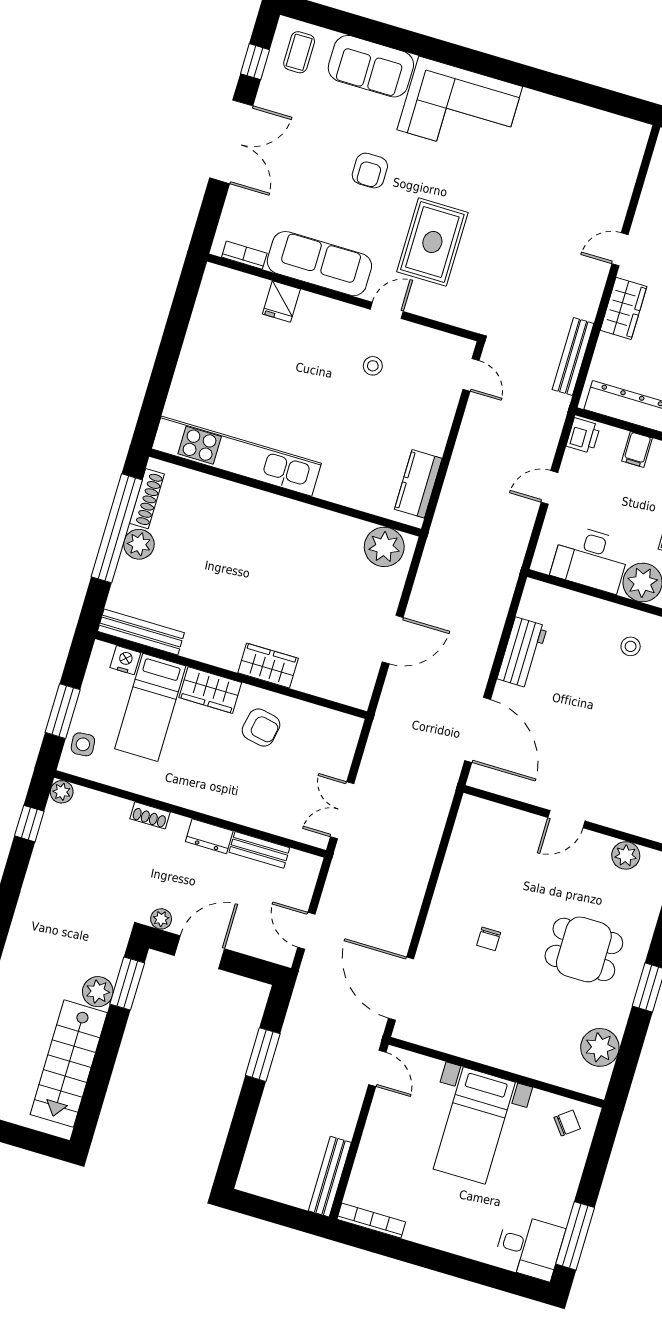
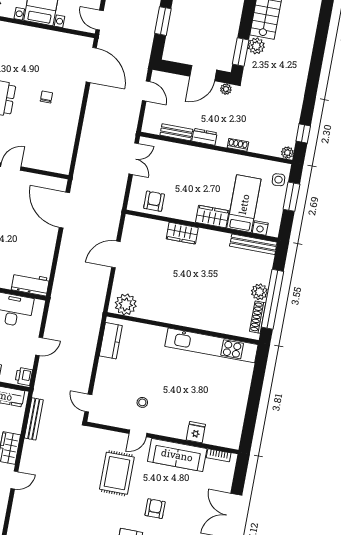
workbench: (522, 653) -> (30, 284), moved, turned 90
armchair: (261, 727) -> (154, 201), moved, turned 79

